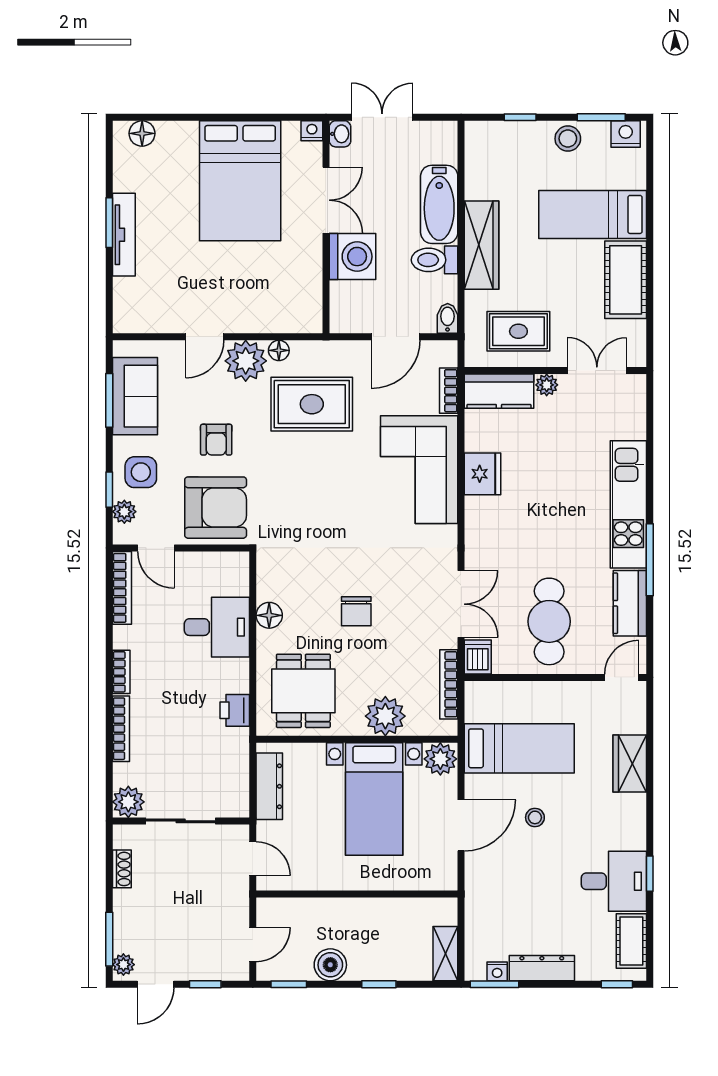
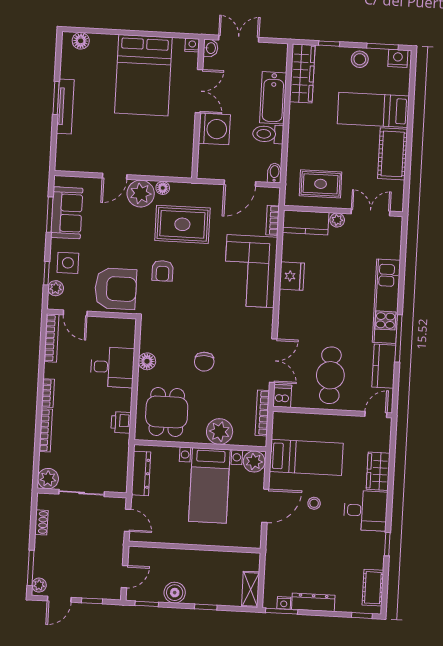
wardrobe: (482, 245) -> (302, 73), moved
armchair: (216, 440) -> (163, 271), moved
desk: (614, 881) -> (366, 511), moved

